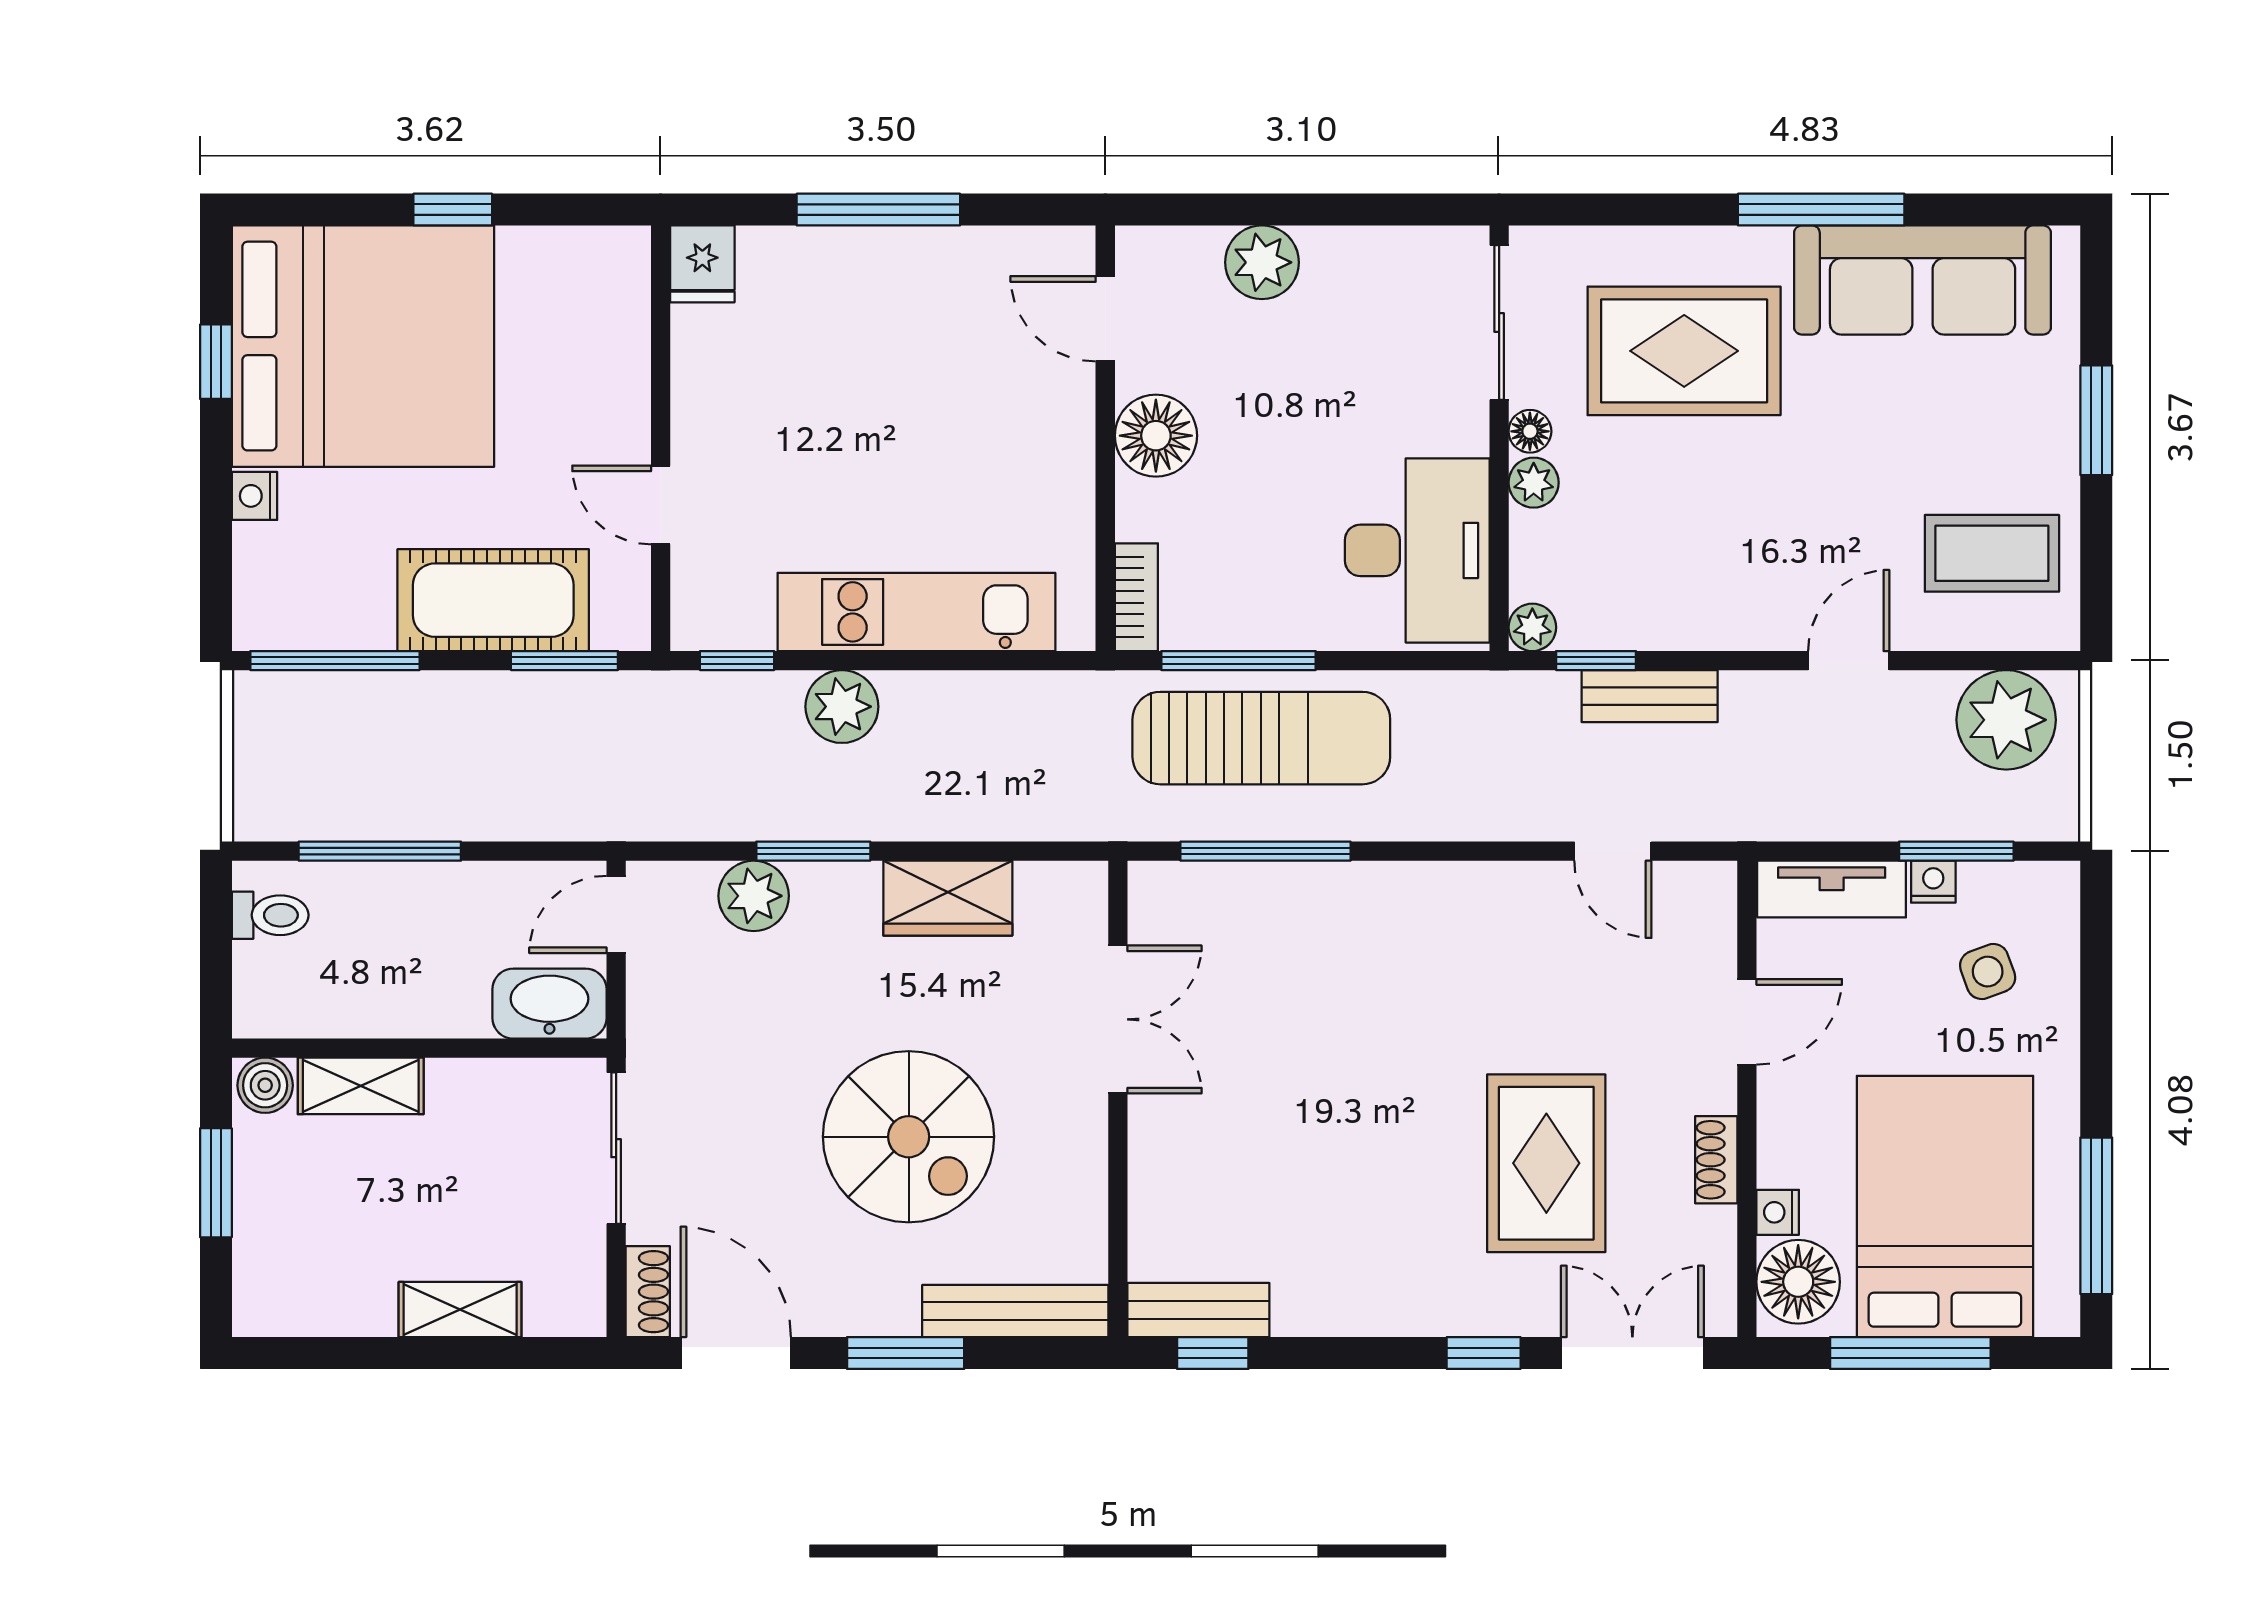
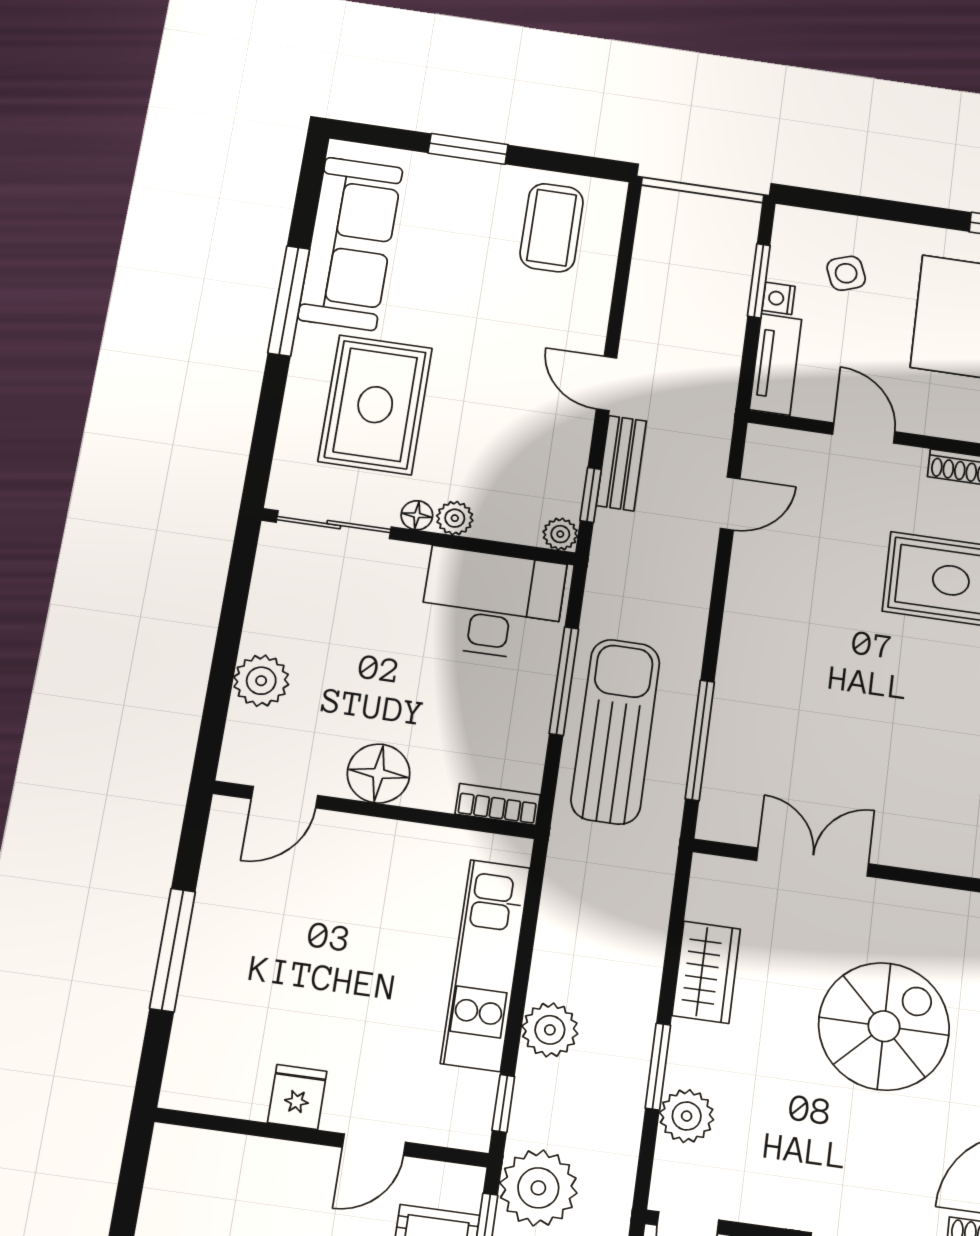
fridge: (702, 264) -> (297, 1097), moved, turned -90
window: (1238, 661) -> (564, 681), moved
door: (1849, 661) -> (607, 383), moved
plant: (2006, 720) -> (538, 1188), moved

